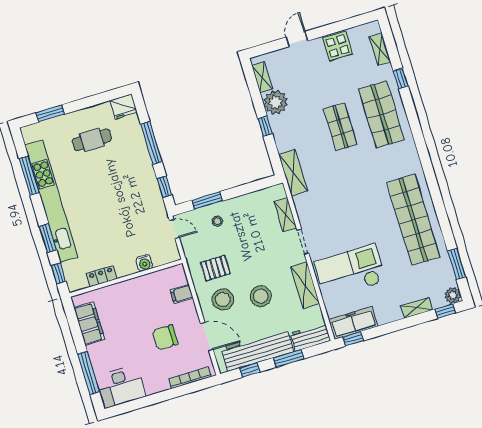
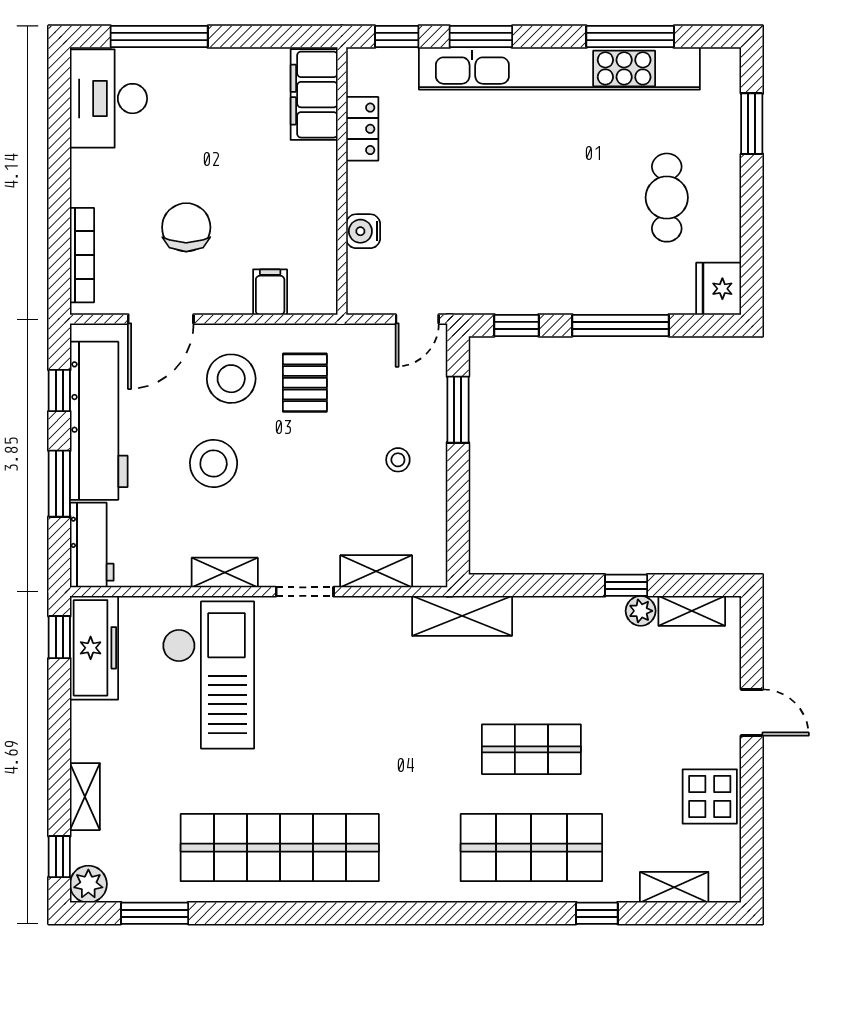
plant: (276, 102) -> (641, 611), width x0.53, depth x0.53
window: (265, 126) -> (626, 585), moved
stool: (217, 221) -> (398, 460), moved
shelving: (305, 285) -> (225, 573), width x0.67, depth x0.75
filing cabinet: (89, 324) -> (314, 95), moved, turned 90

